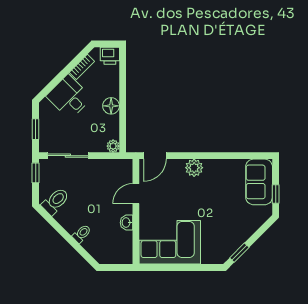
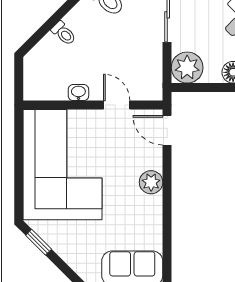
plant: (113, 146) -> (187, 68), width x1.87, depth x1.87
corner sofa: (170, 242) -> (63, 165), width x1.36, depth x1.36

